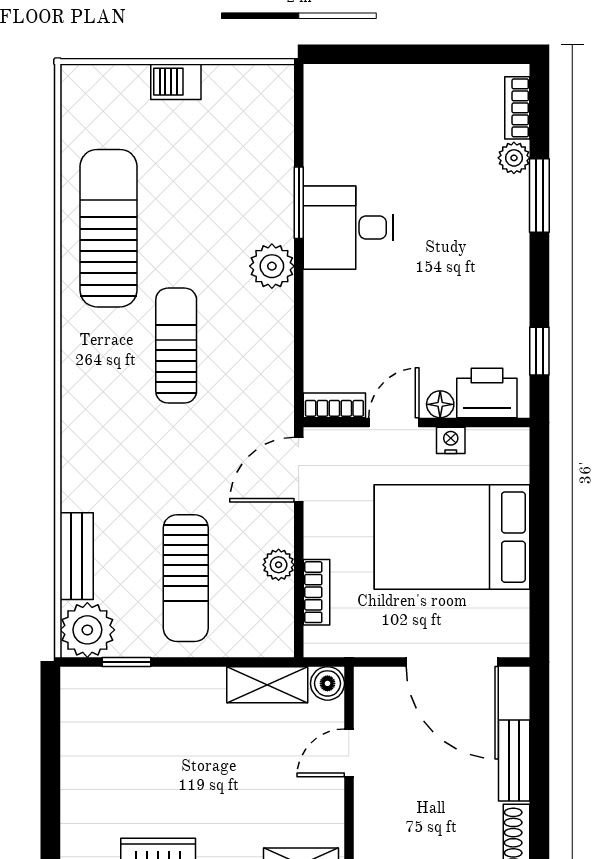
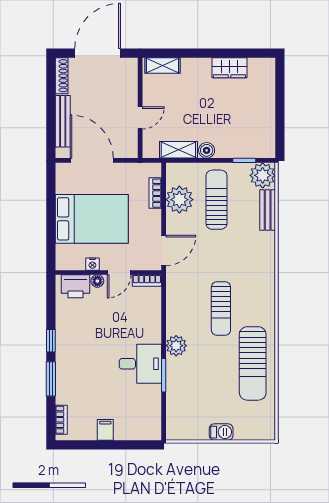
filing cabinet: (423, 86) -> (105, 430), added
plant: (514, 158) -> (63, 396), removed
window: (539, 351) -> (51, 341), moved
plant: (279, 565) -> (179, 200), width x1.88, depth x1.88
boiler: (327, 683) -> (207, 150), moved
bench: (514, 760) -> (63, 121), width x1.36

